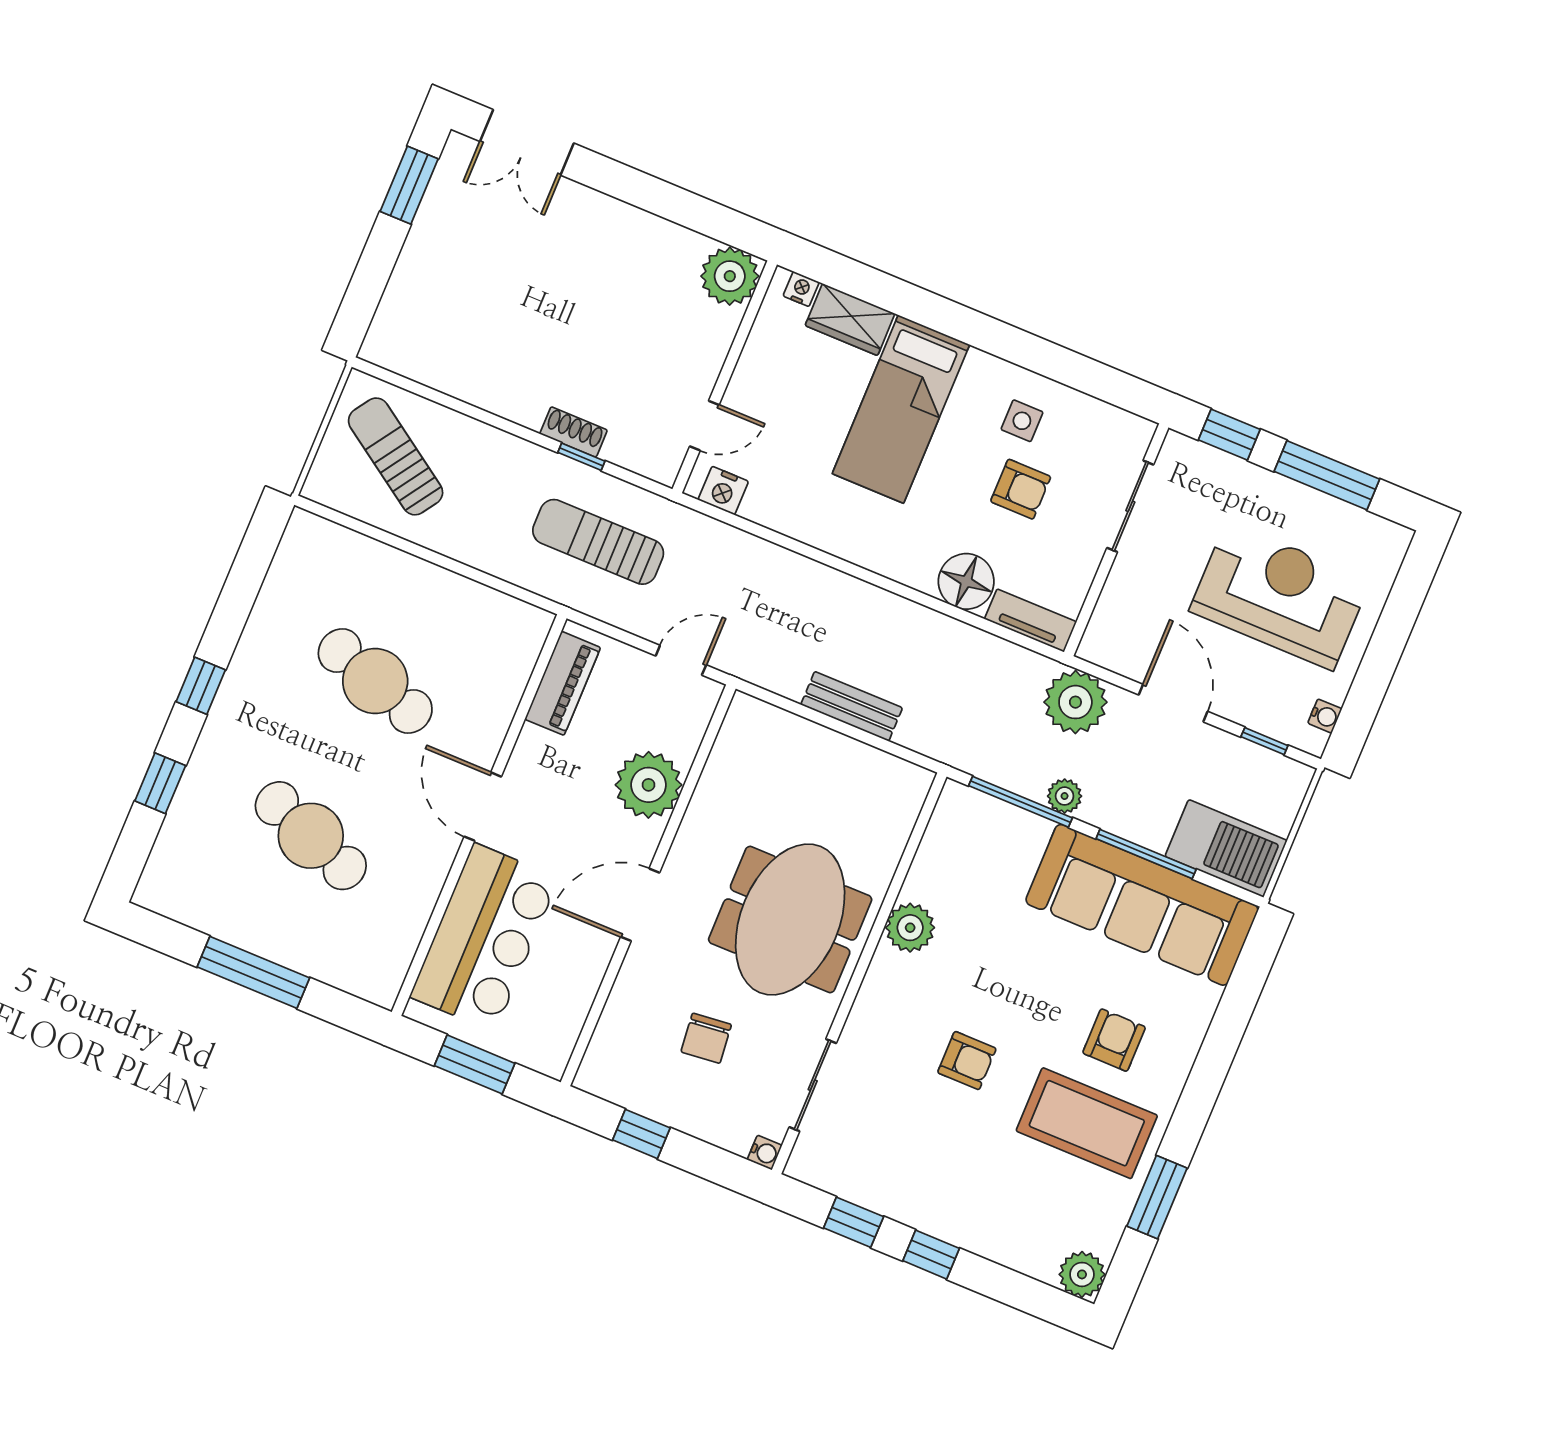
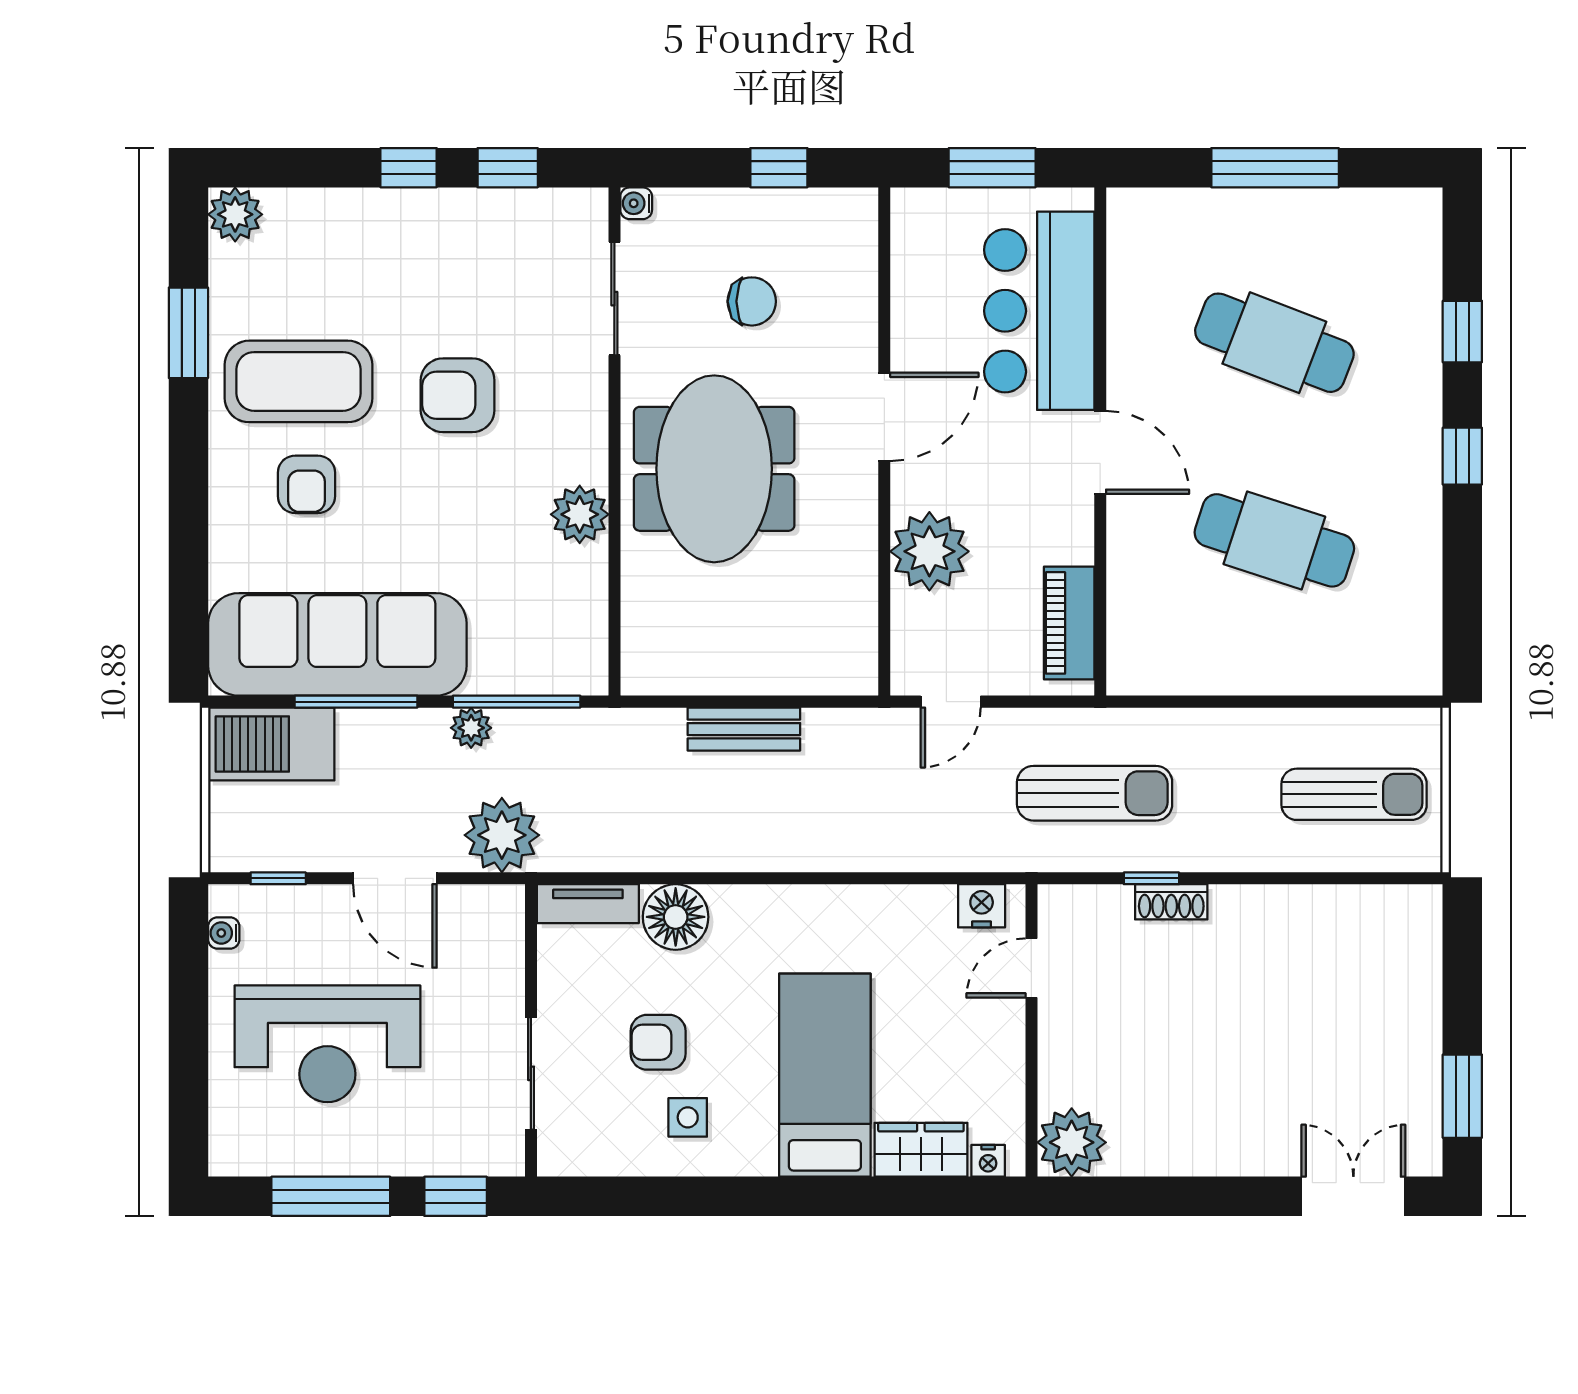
sun lounger: (396, 456) -> (1354, 794), turned -34
chair: (706, 1038) -> (752, 301), turned 96
armchair: (967, 1061) -> (458, 395), width x1.38, depth x1.38

